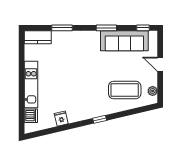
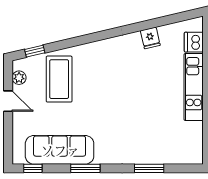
kitchen counter: (38, 37) -> (184, 155), removed
door: (160, 64) -> (8, 101), moved
coffee table: (125, 90) -> (59, 79), turned 90
window: (100, 119) -> (35, 51), moved

